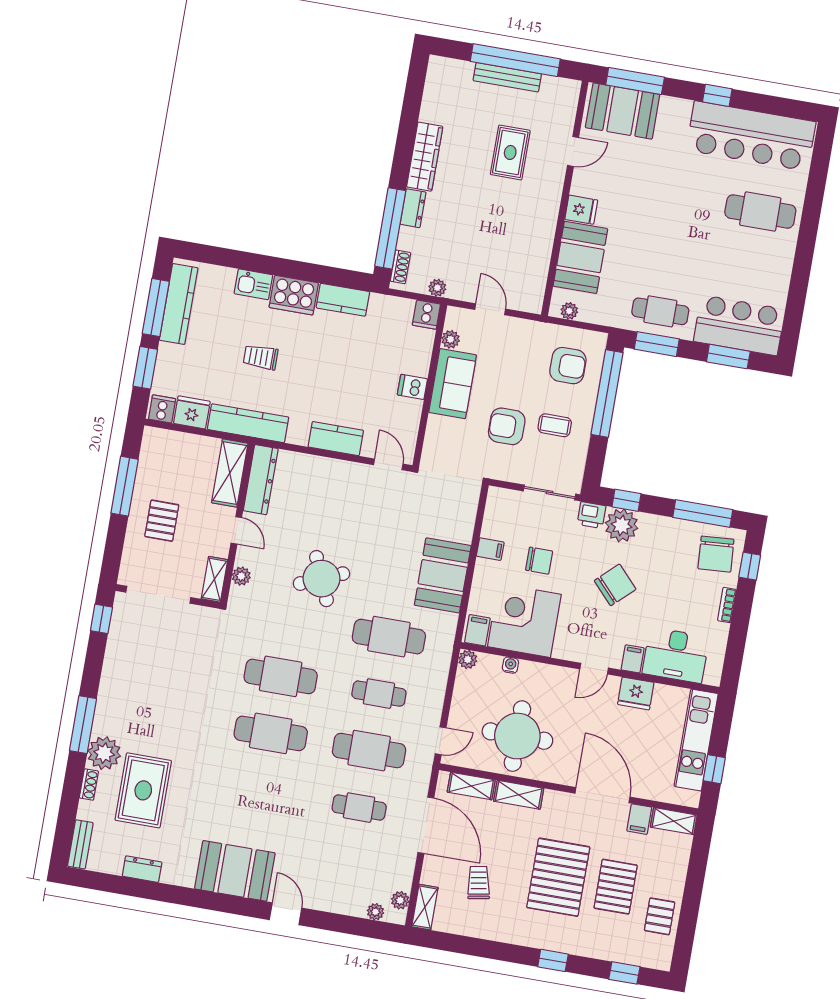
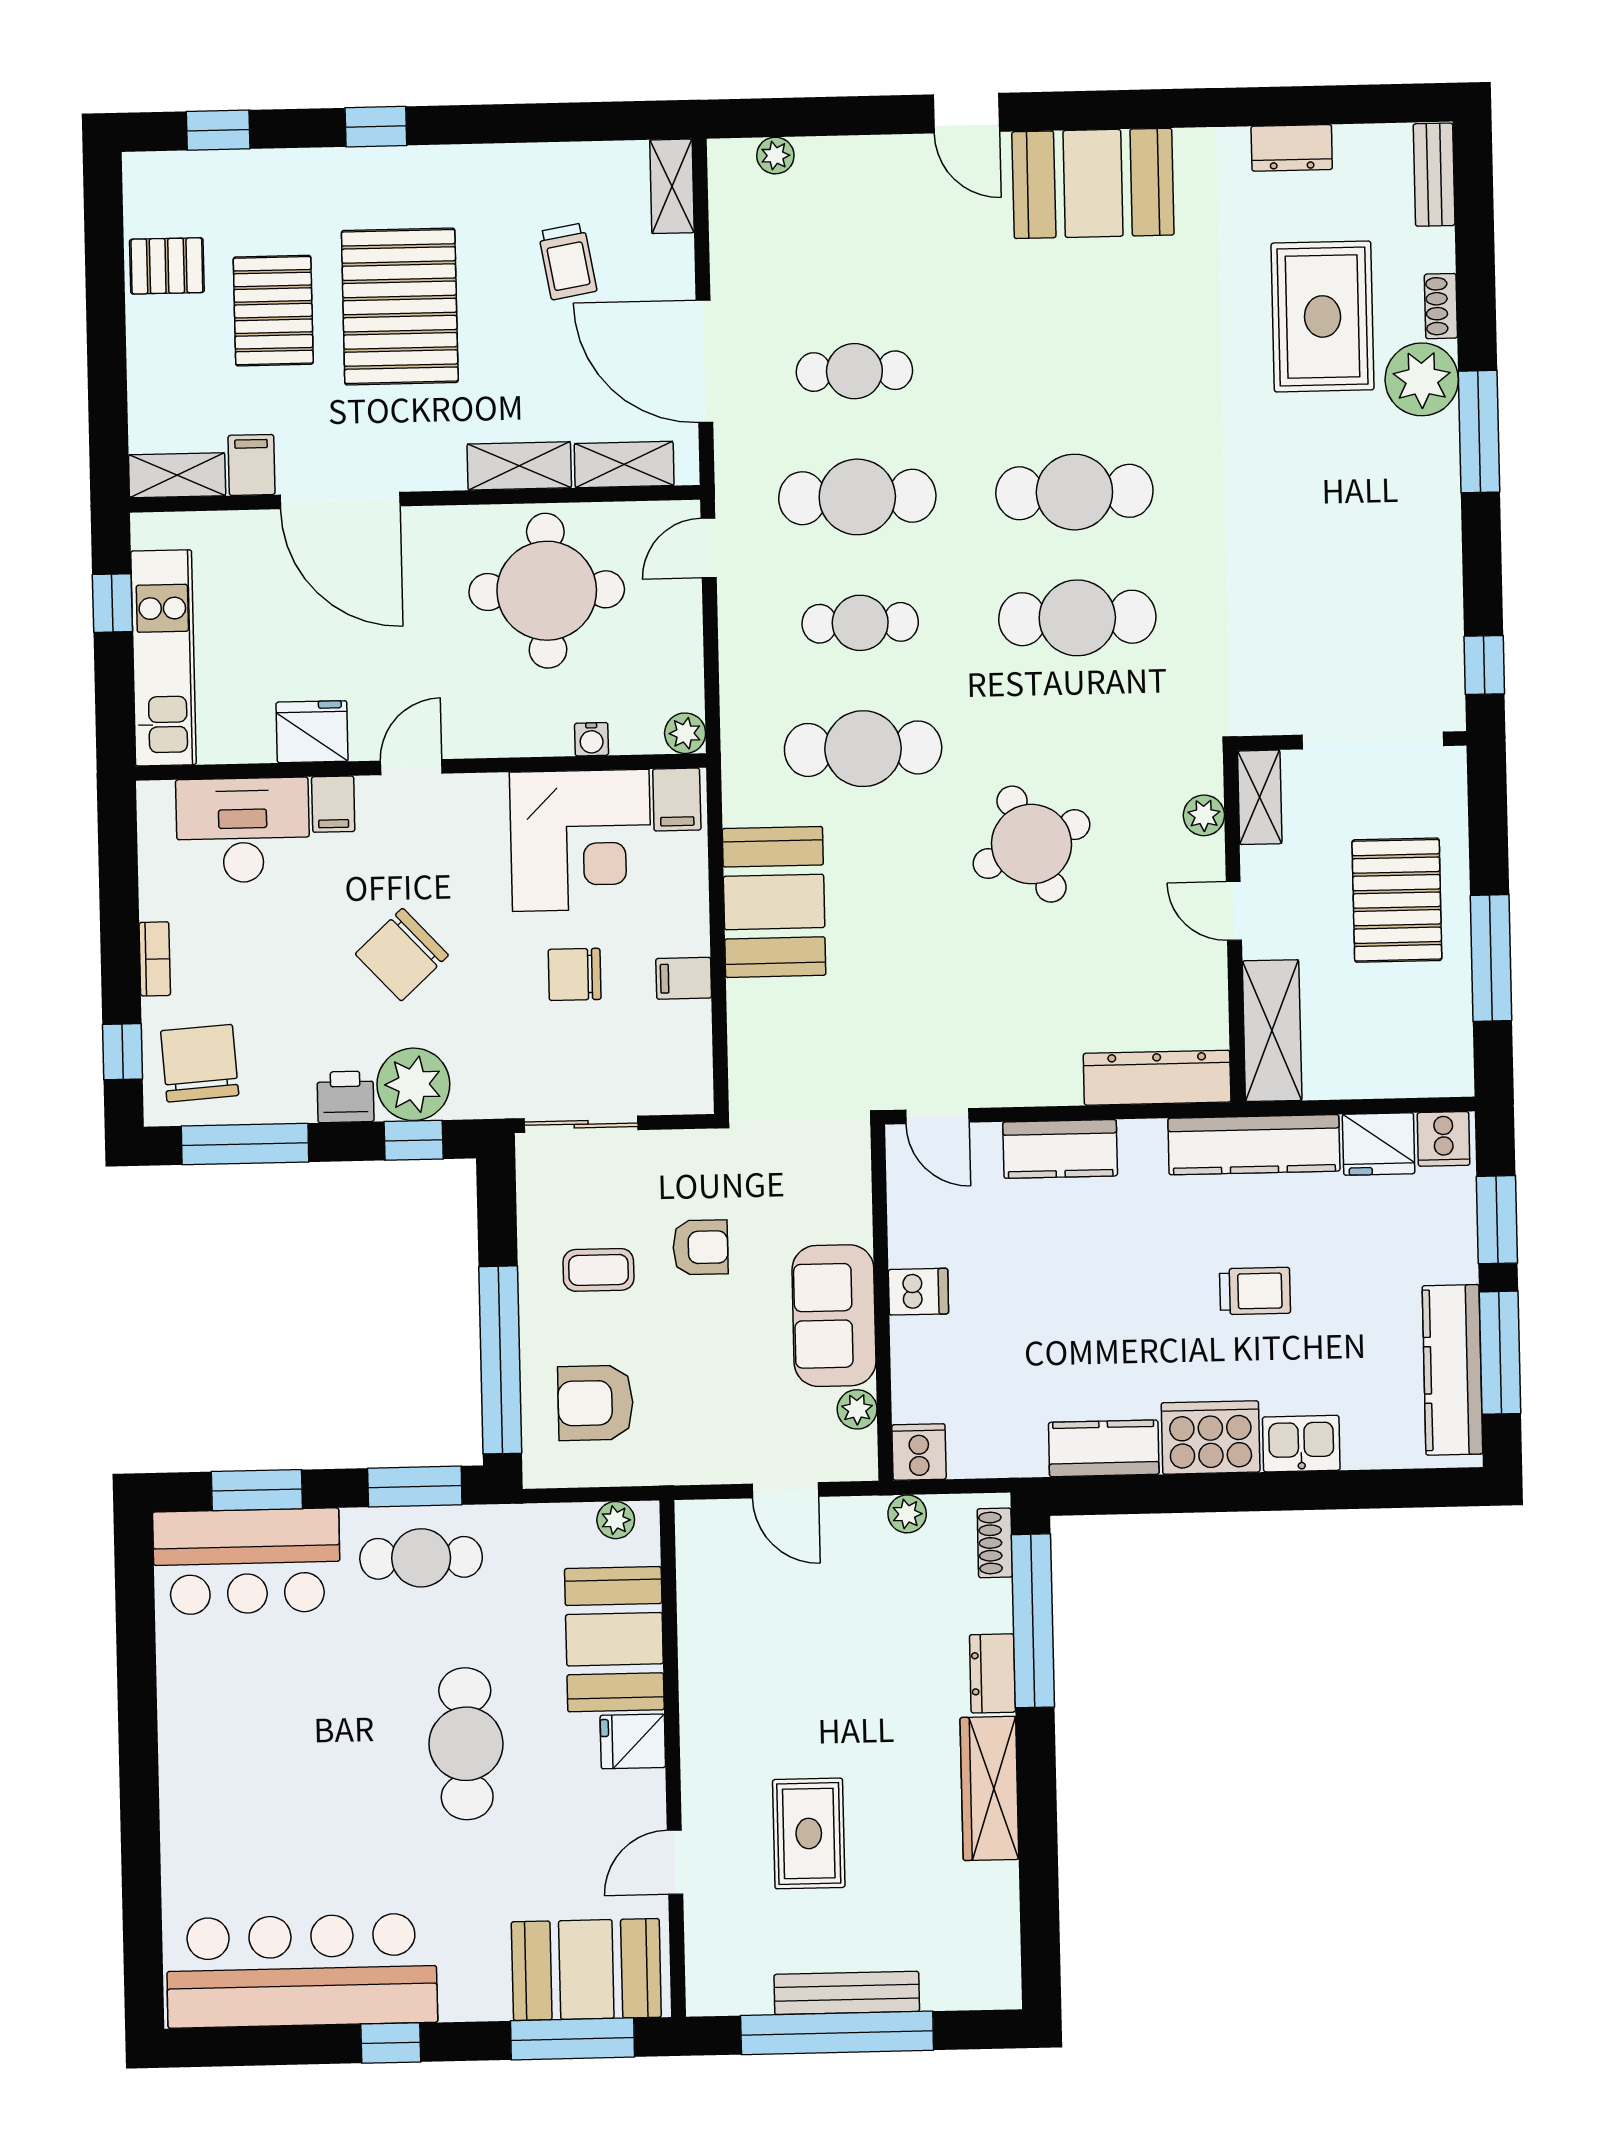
cafe table: (760, 212) -> (466, 1744), moved, turned 90
armchair: (507, 426) -> (700, 1247), width x0.72, depth x0.72
dresser: (261, 480) -> (1157, 1078), moved, turned 90
printer: (592, 515) -> (345, 1097), moved
pallet: (162, 521) -> (1397, 900), width x1.50, depth x1.42
plant: (400, 900) -> (727, 190), removed
pallet: (660, 916) -> (167, 266), turned 90

